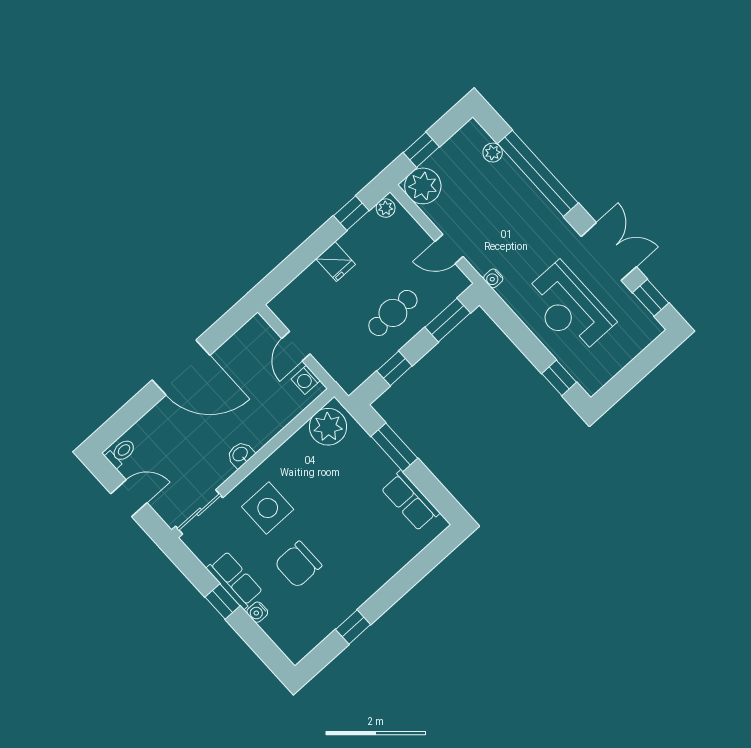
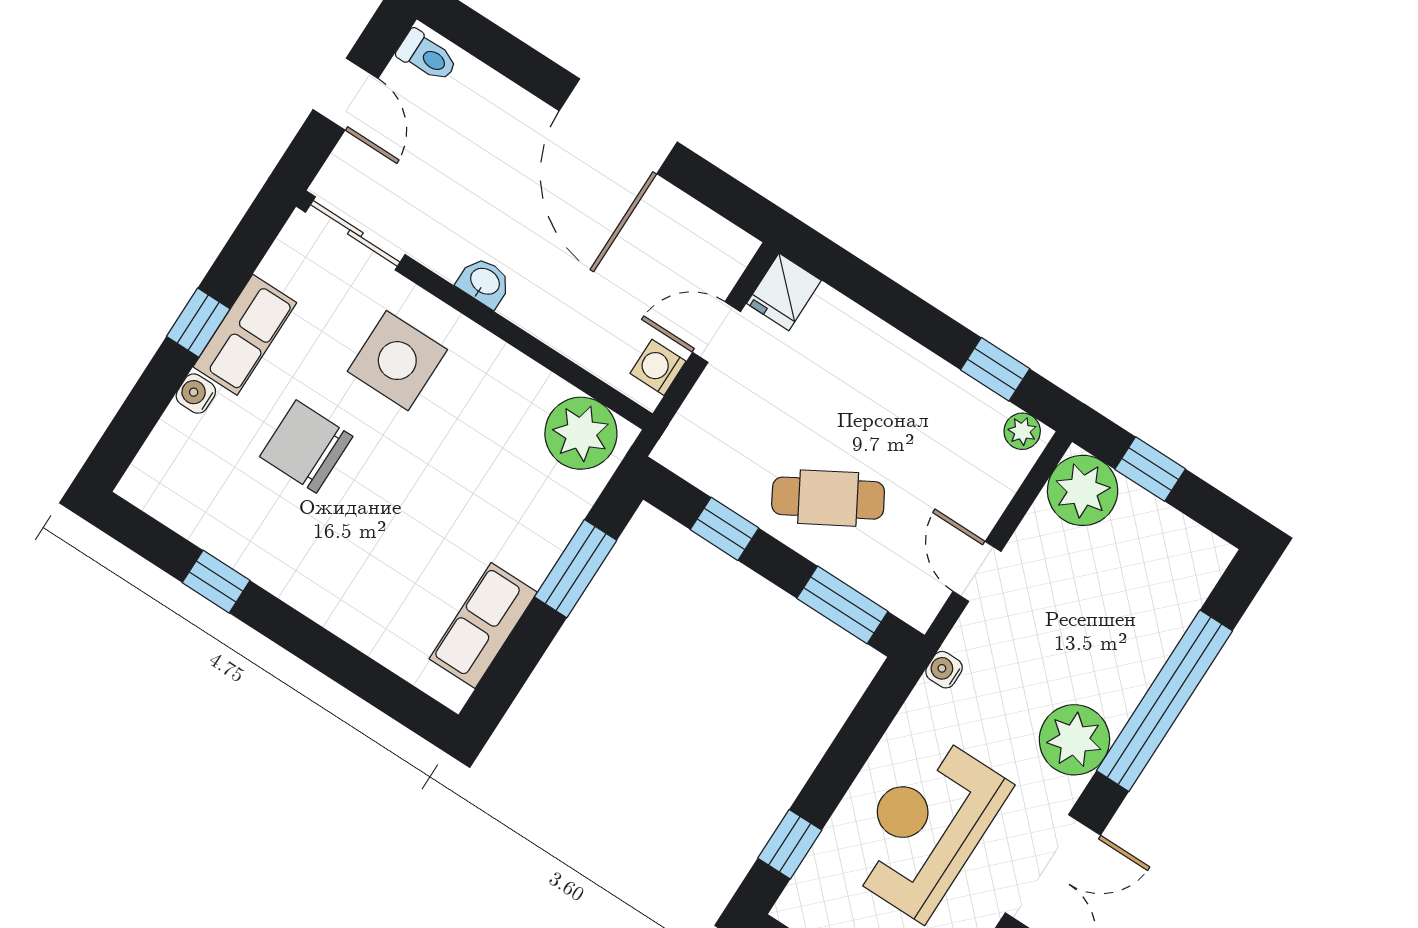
plant: (493, 153) -> (1074, 740), moved, width x1.88, depth x1.88
fridge: (336, 262) -> (784, 292), moved
cafe table: (393, 313) -> (828, 498), turned -30

